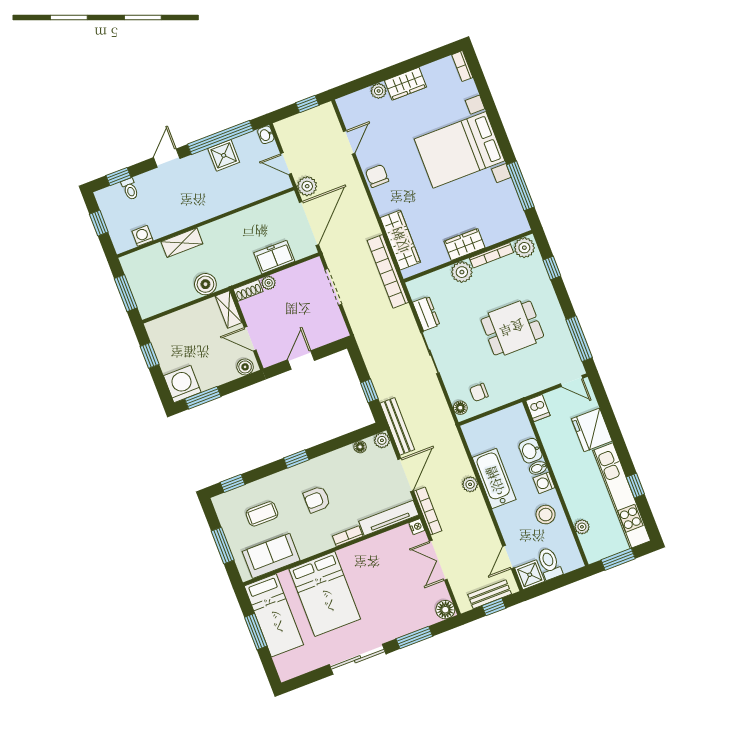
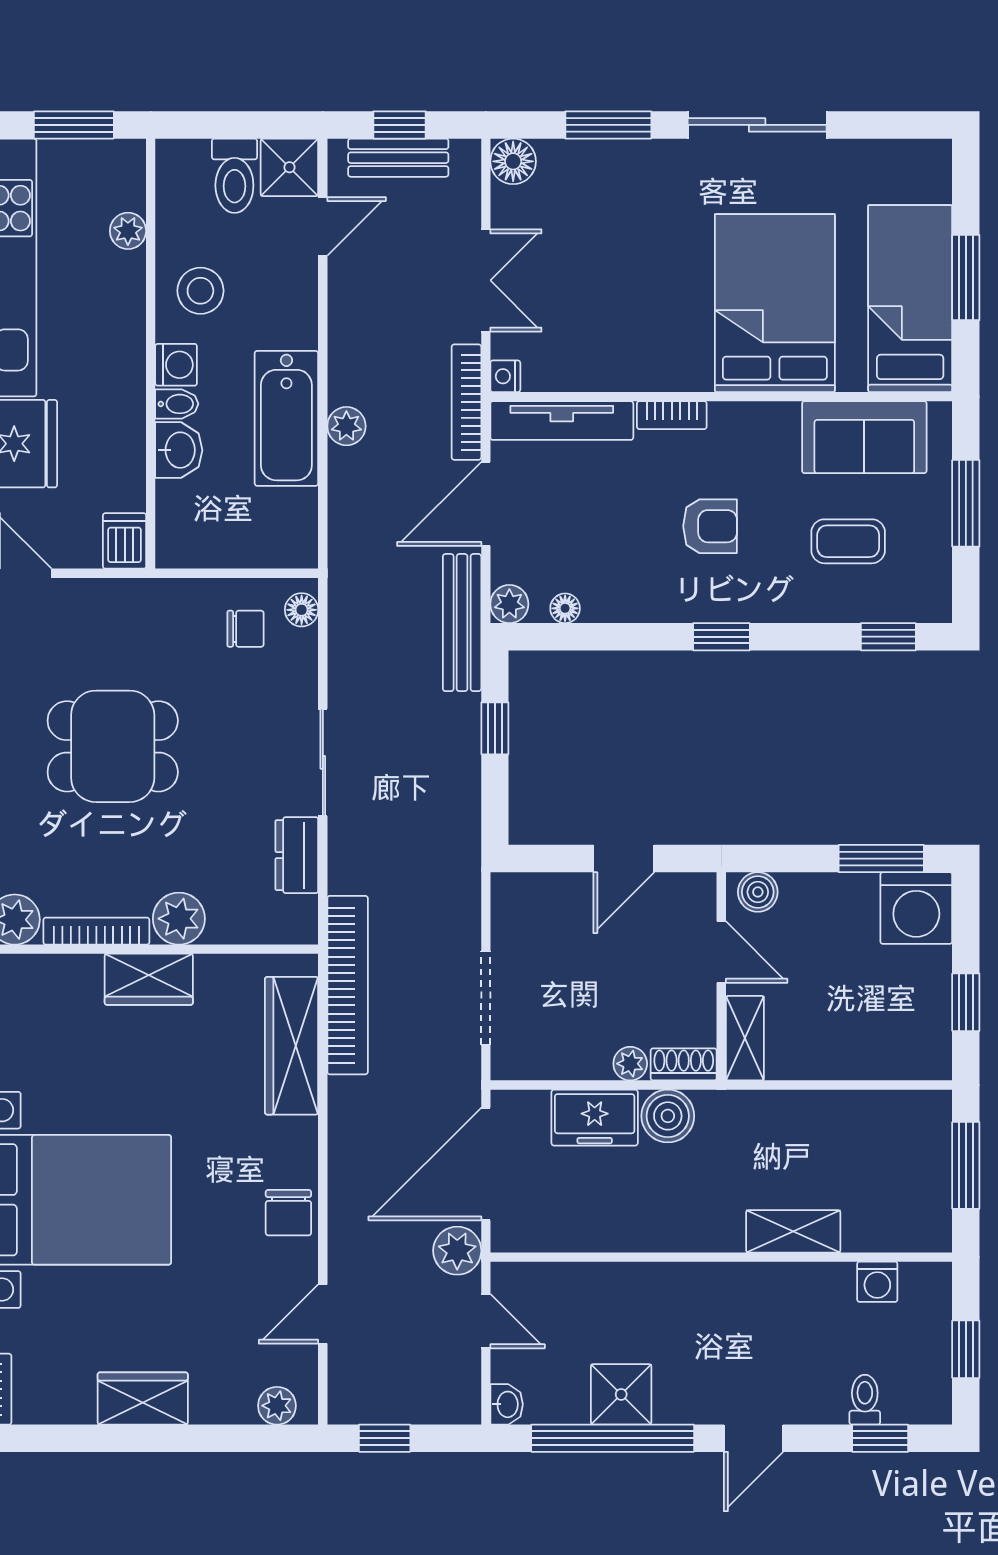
plant: (379, 91) -> (277, 1406), moved
boiler: (205, 284) -> (668, 1116), moved

